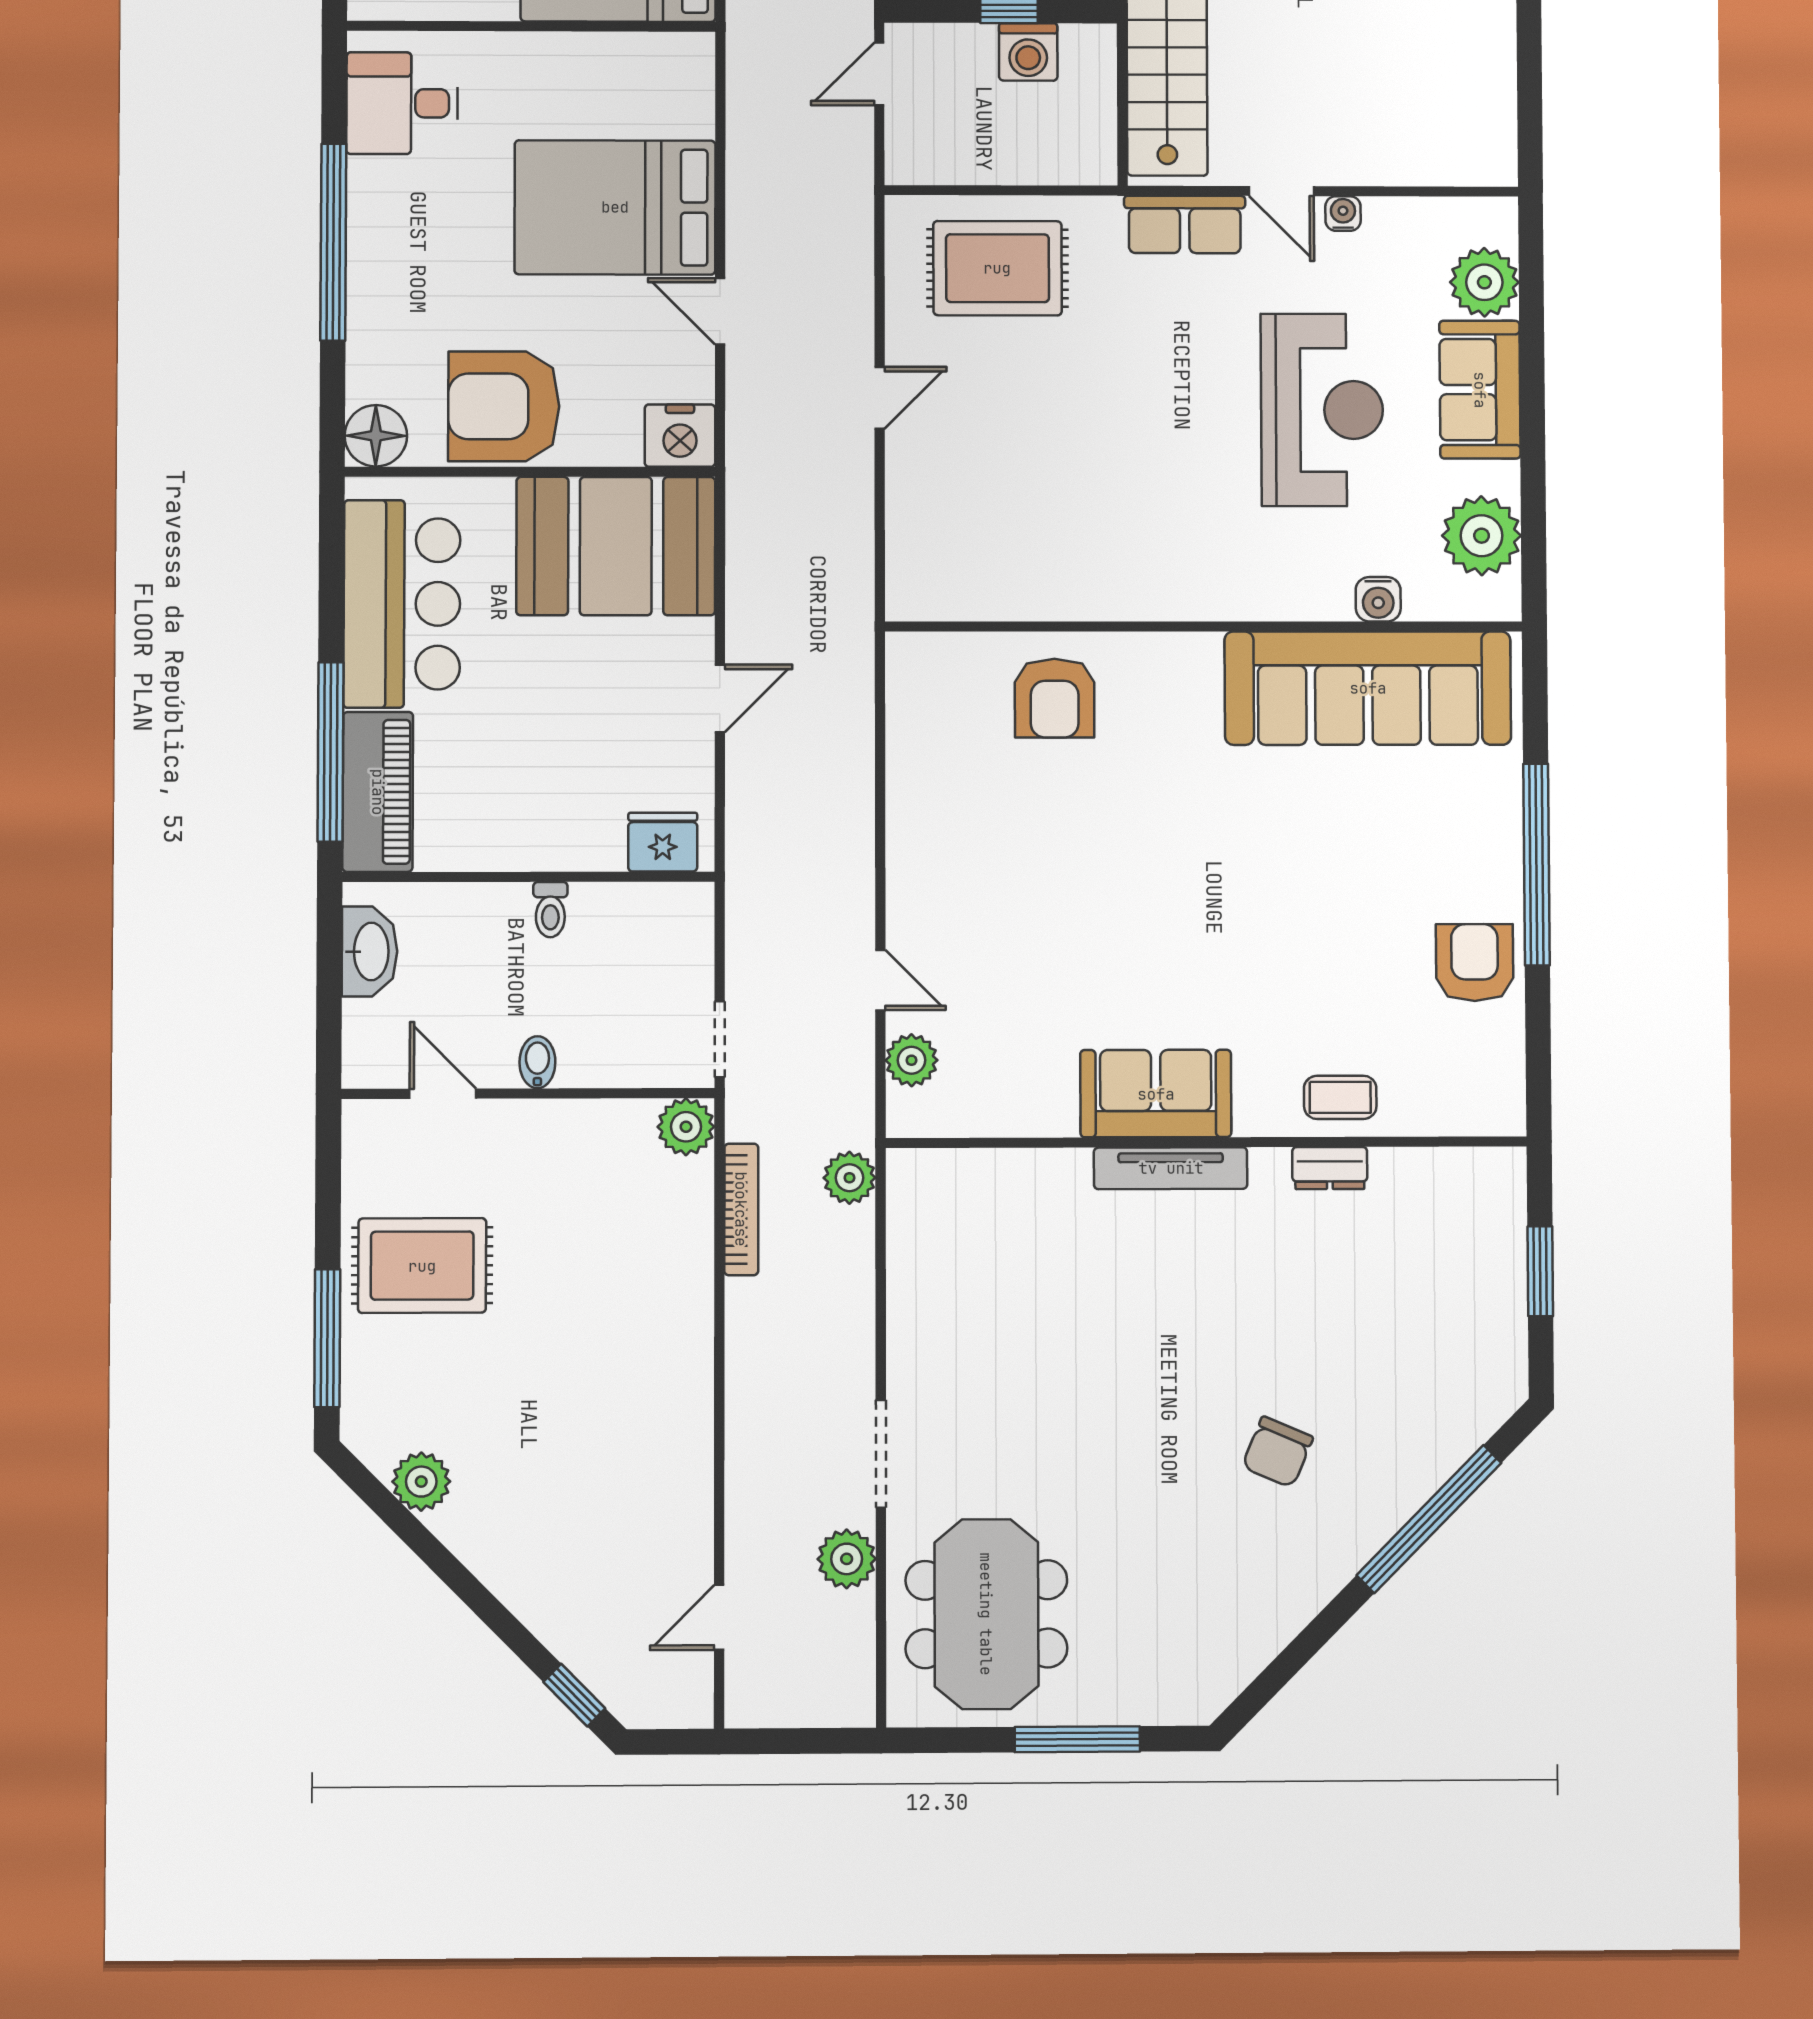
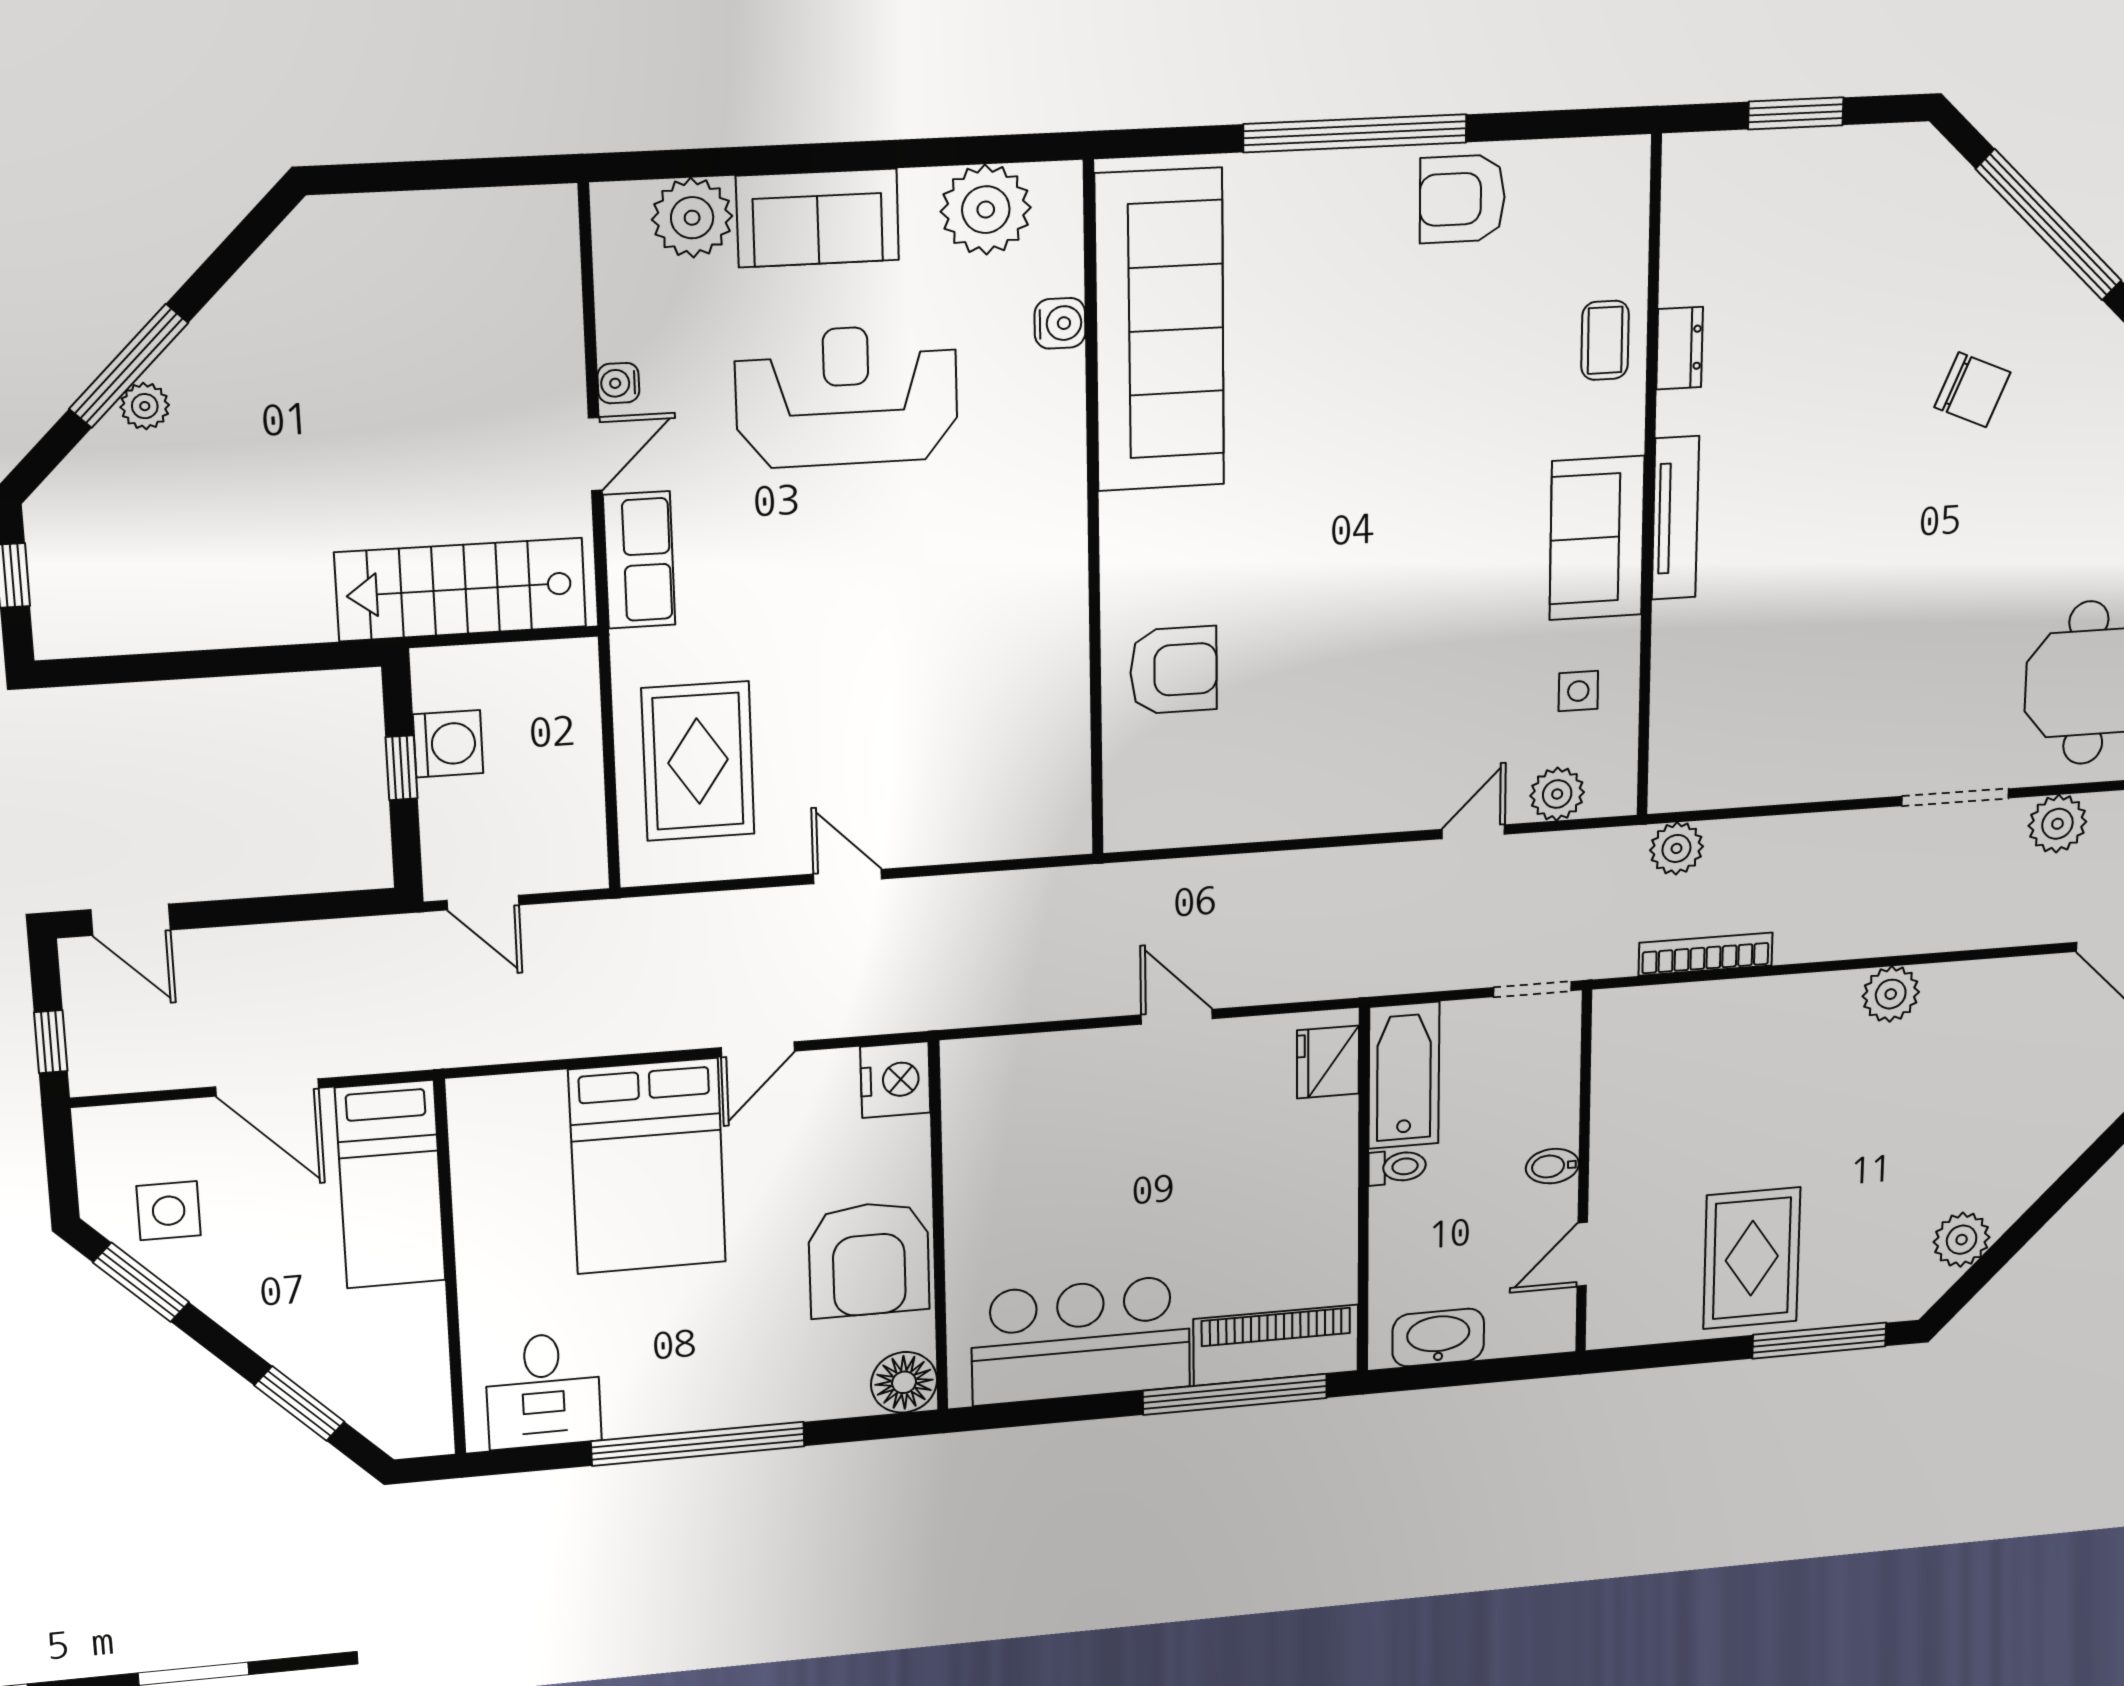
booth: (616, 546) -> (1016, 1135), removed
bathtub: (643, 915) -> (1404, 1075), added
side table: (1010, 1079) -> (1578, 691), added
plant: (686, 1127) -> (1891, 994), moved

